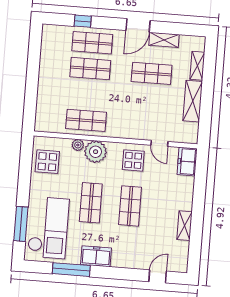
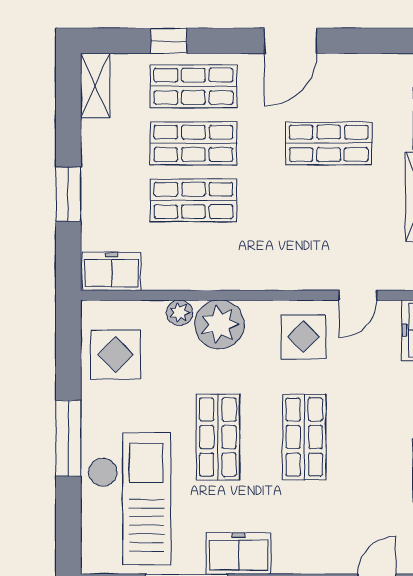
shelving: (164, 40) -> (95, 85), moved, turned 90
window: (32, 87) -> (68, 194), added
shop shelf: (86, 120) -> (193, 200), moved
freezer: (48, 124) -> (112, 271), added
door: (159, 143) -> (358, 295), hinge flipped
window: (21, 224) -> (68, 438), moved

